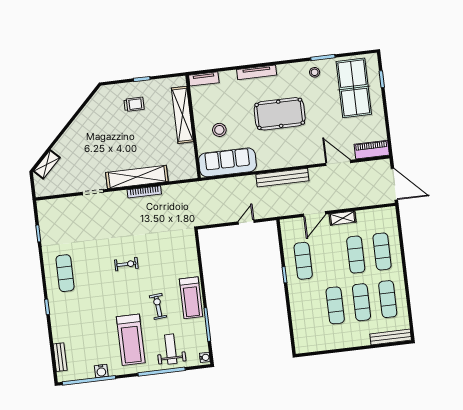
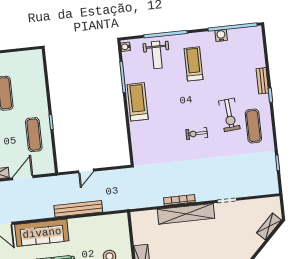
sofa: (228, 162) -> (42, 233), moved
bench: (282, 178) -> (78, 209), moved
exercise bike: (158, 306) -> (229, 115), moved, width x1.38, depth x1.39
treadmill: (131, 340) -> (194, 64), width x0.73, depth x0.73
bench: (60, 357) -> (262, 81), moved

